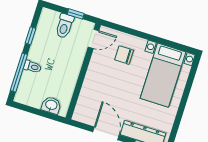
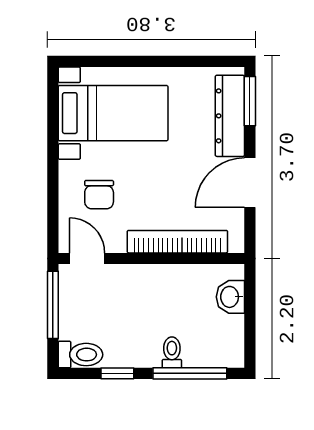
window: (76, 14) -> (53, 305), width x2.17
toilet: (64, 26) -> (80, 355), moved
bookcase: (88, 87) -> (177, 242), added

